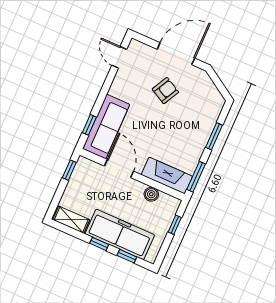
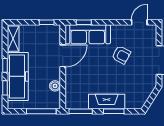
armchair: (165, 91) -> (121, 55), moved
fireplace: (167, 176) -> (107, 101), moved, turned -90
window: (175, 225) -> (41, 111), width x2.17

